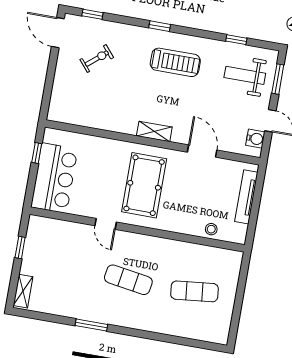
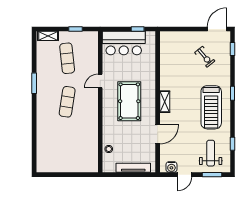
treadmill: (175, 62) -> (211, 107), width x1.37, depth x1.38
pool table: (144, 185) -> (129, 101), turned 90
exercise mat: (194, 291) -> (67, 58), moved

